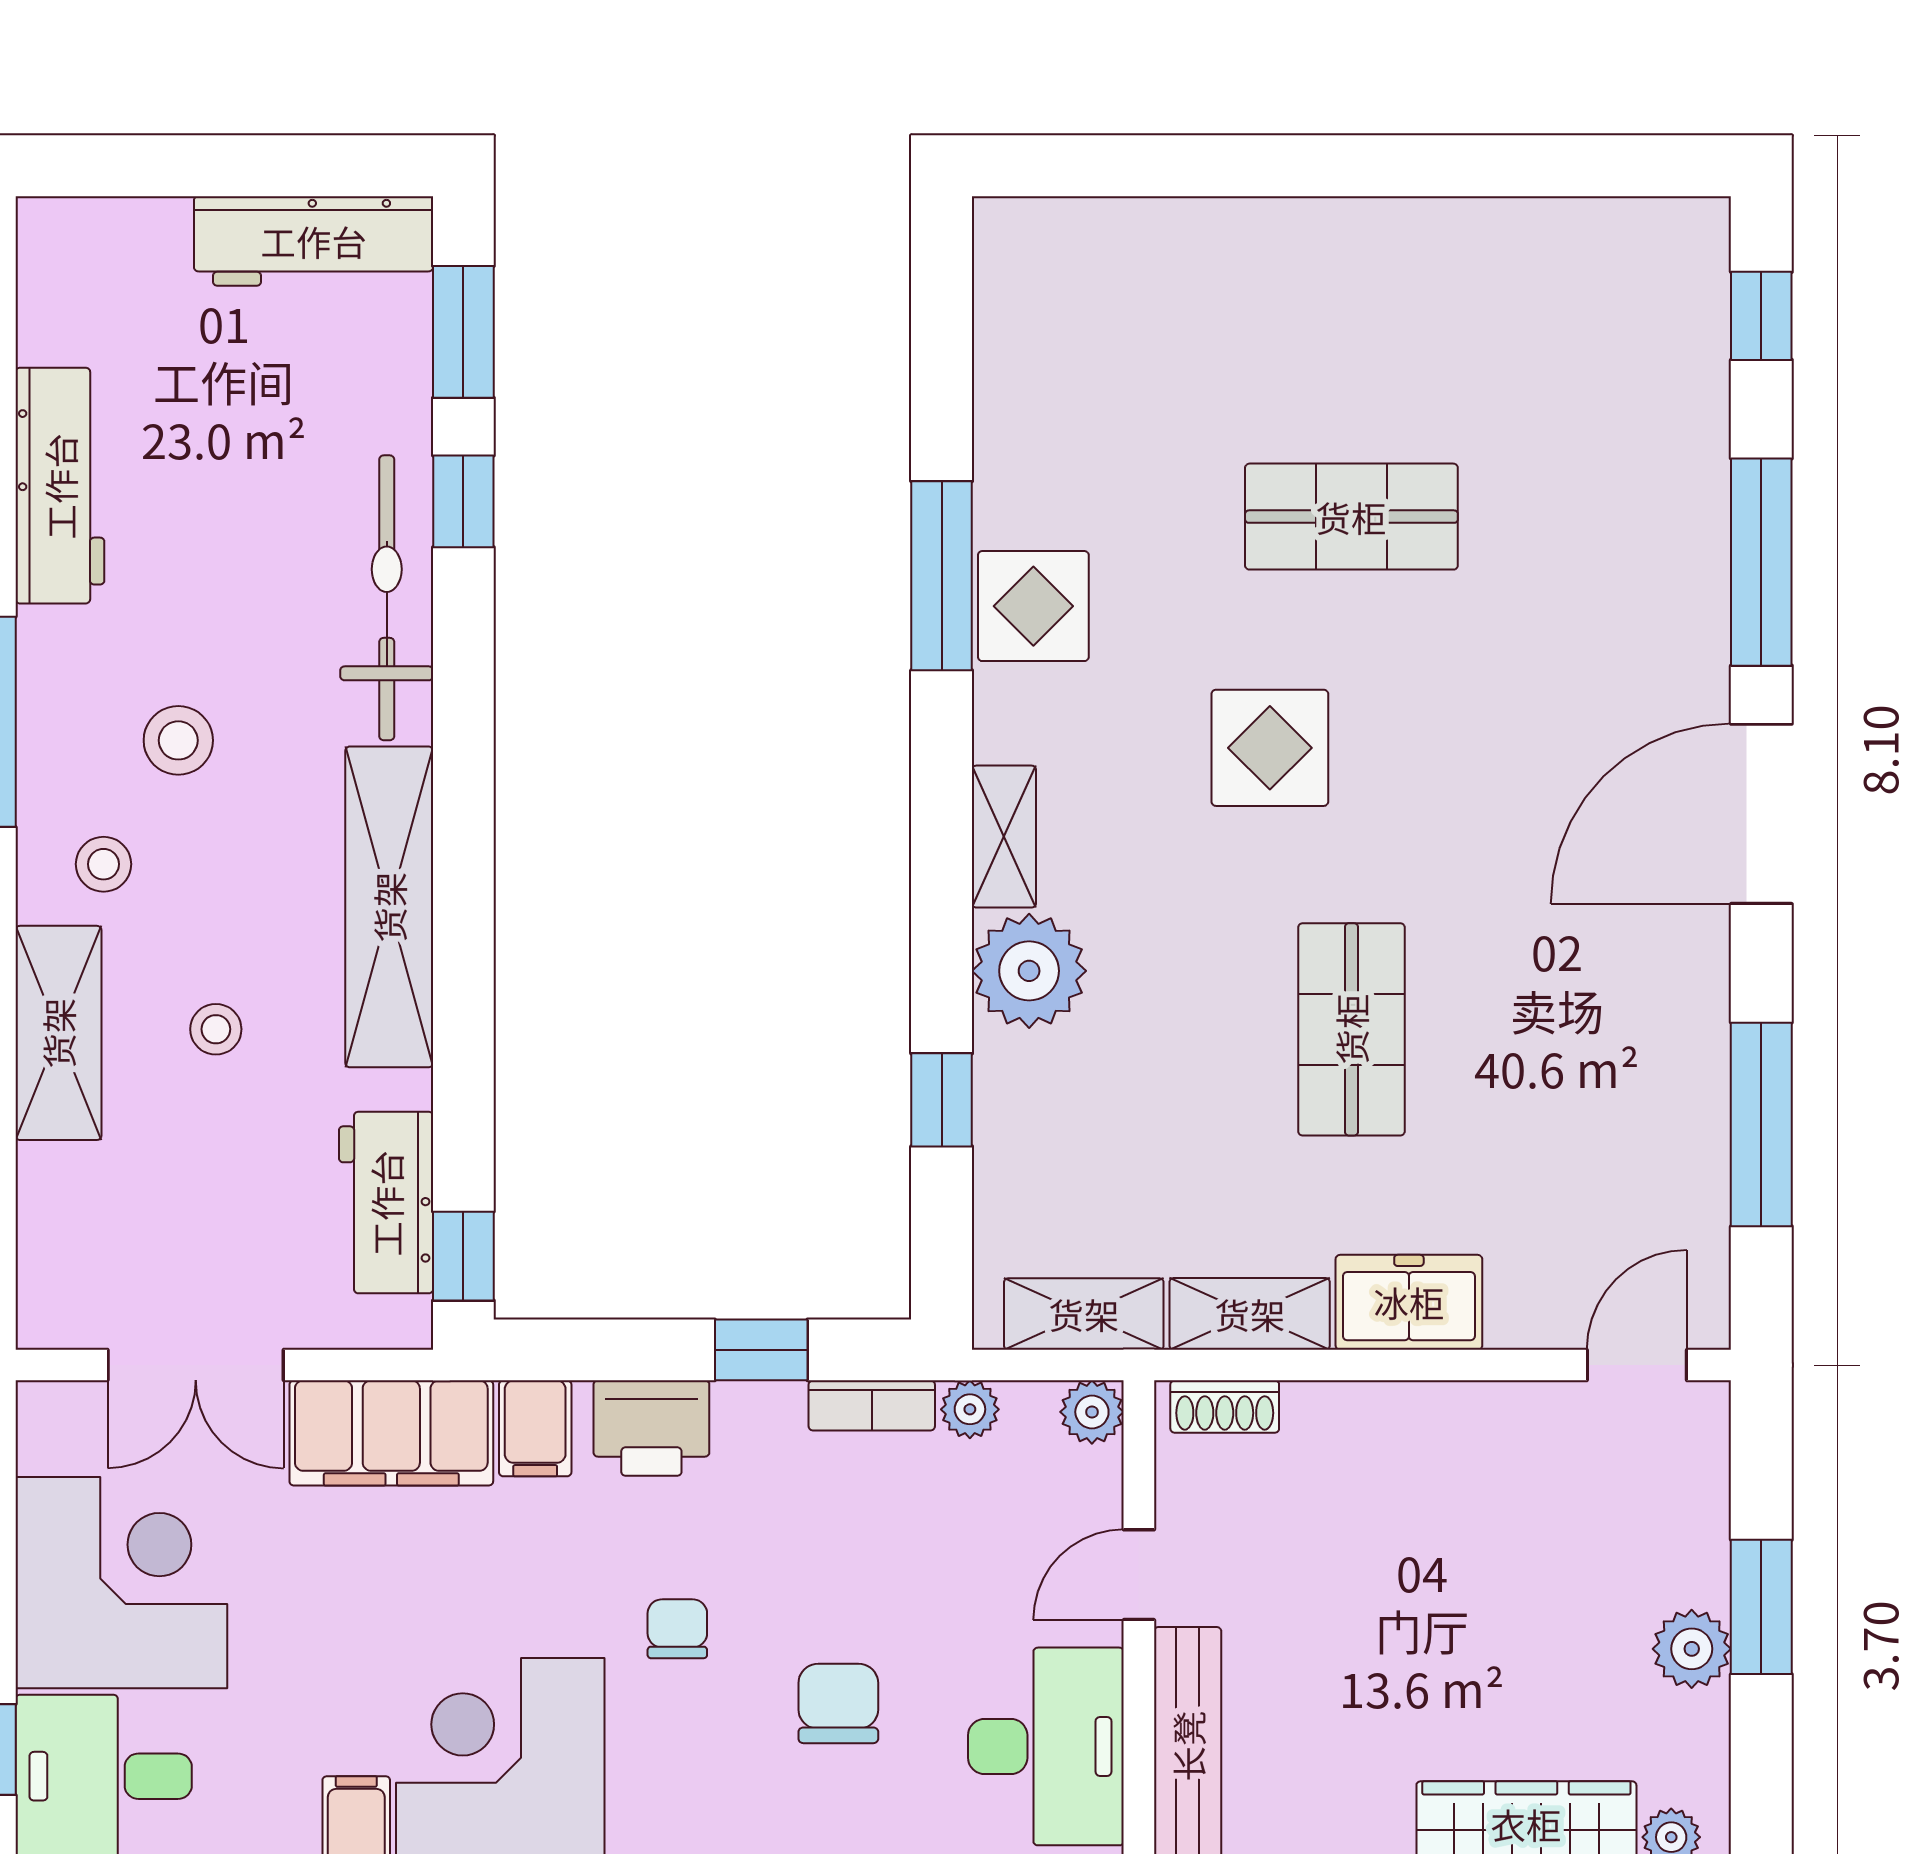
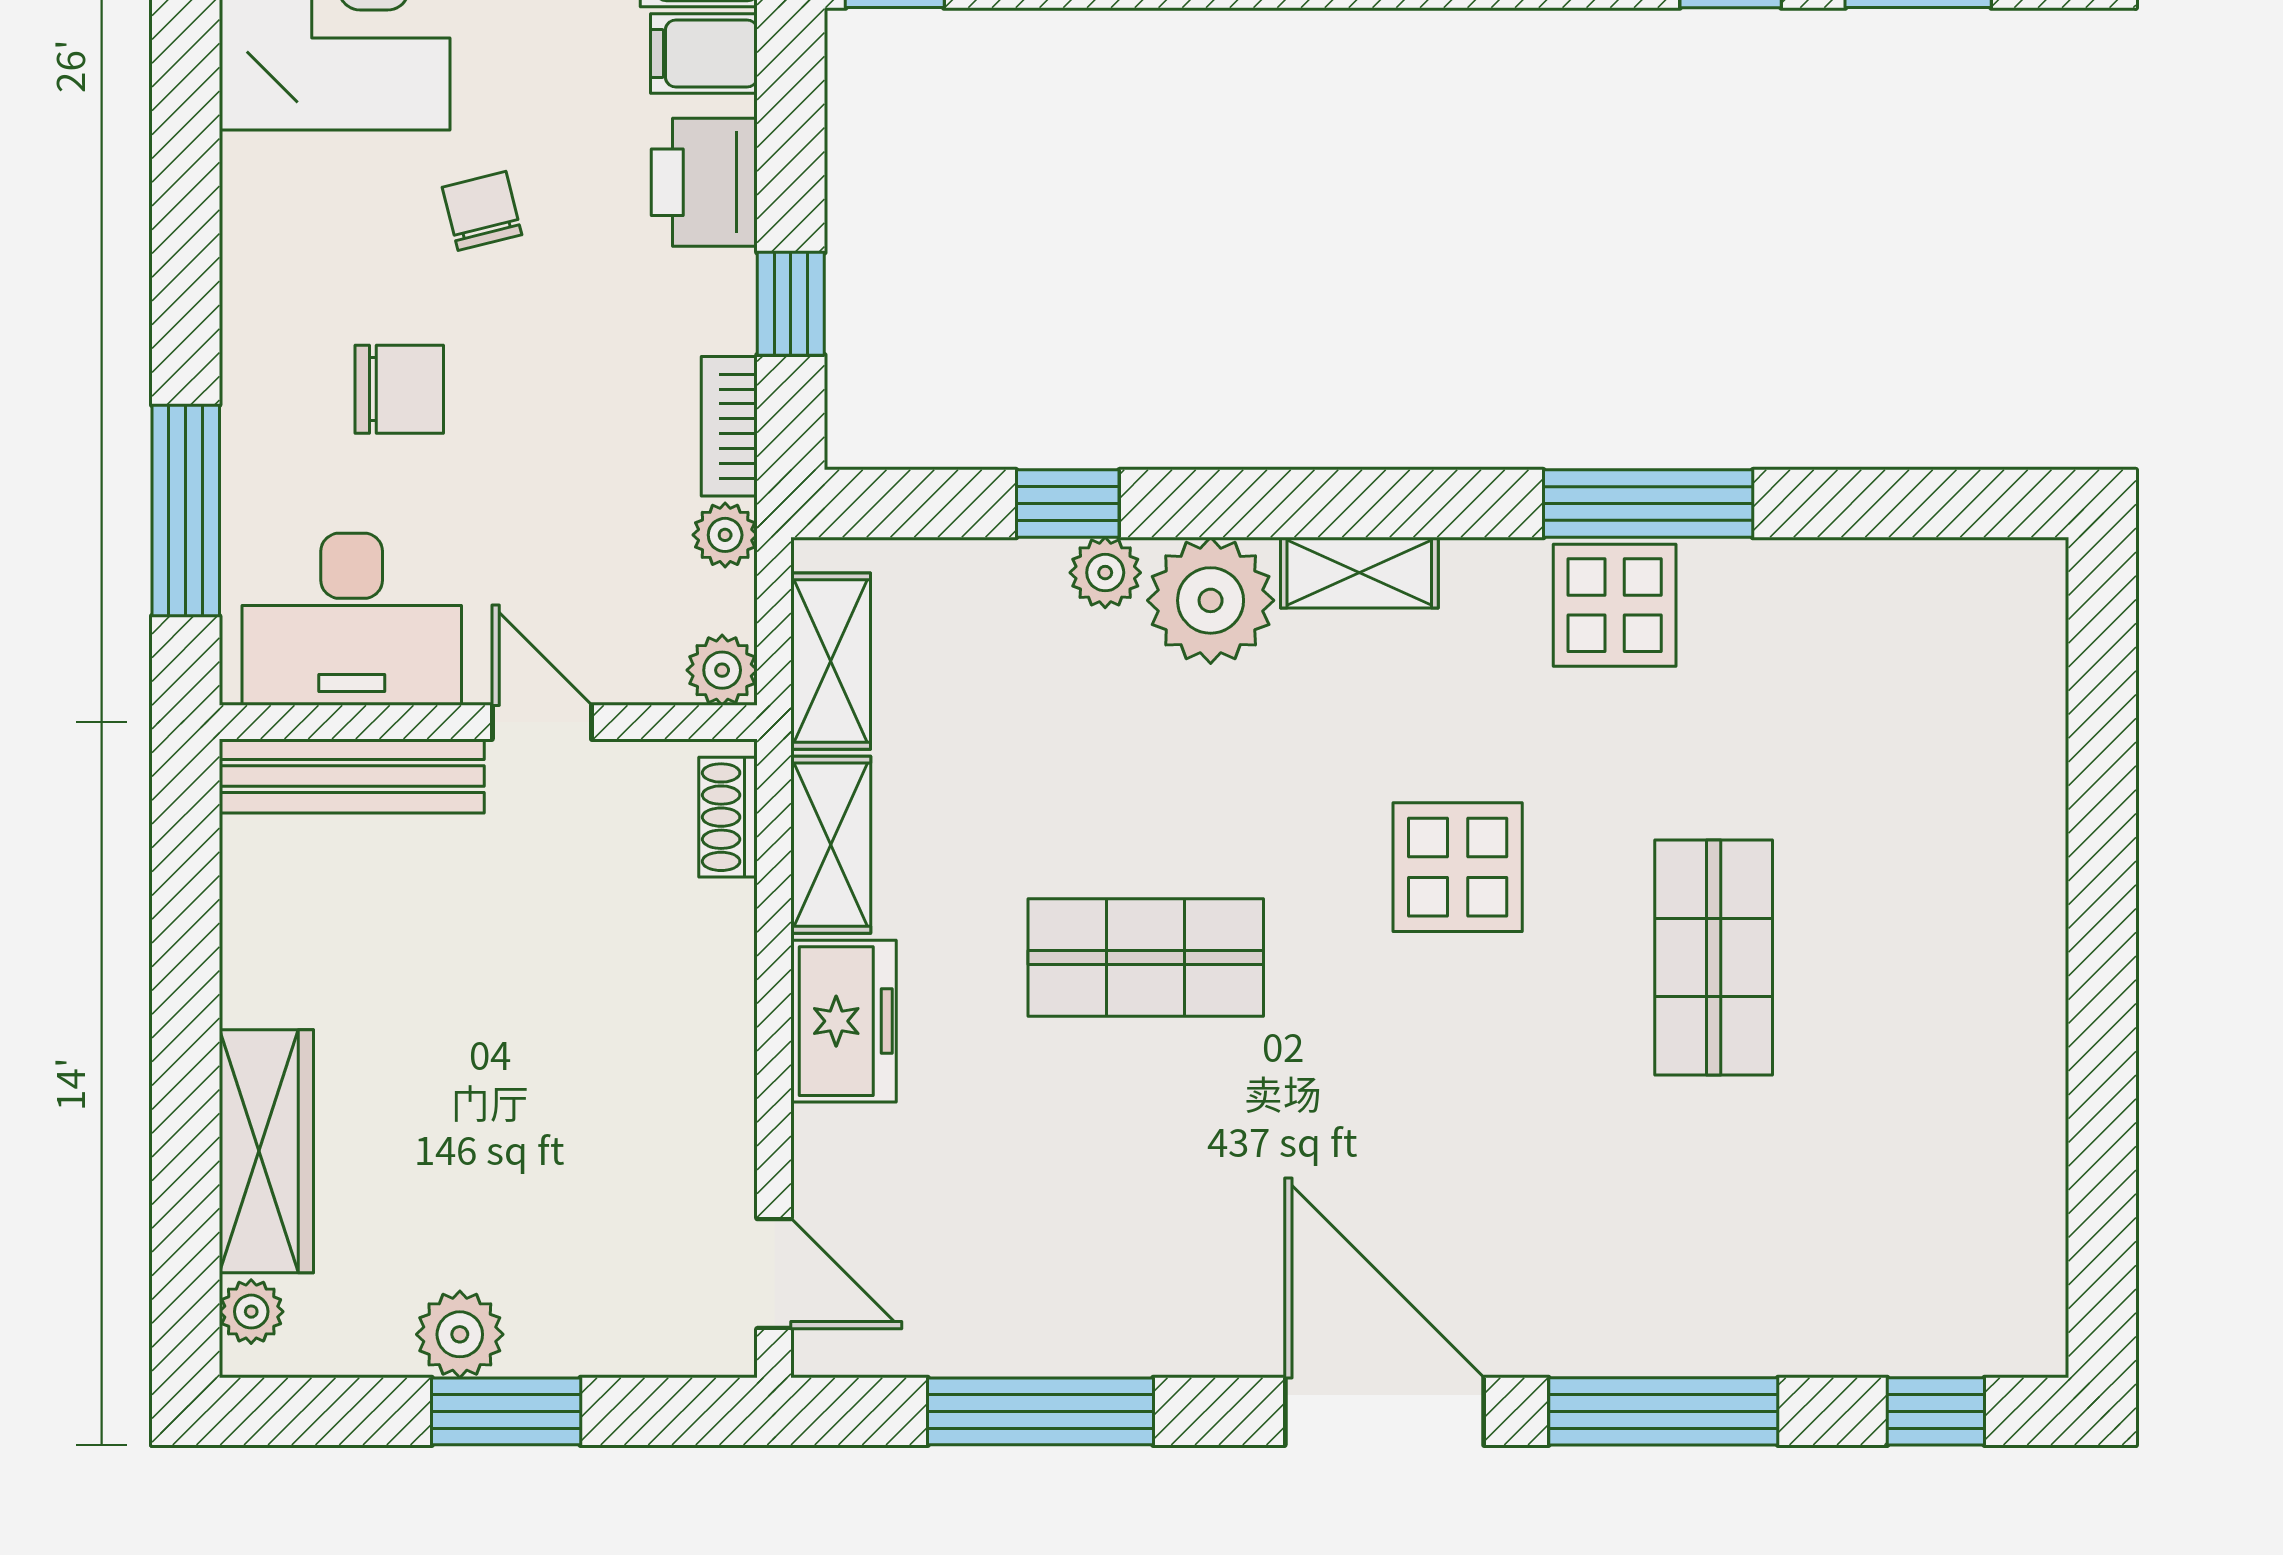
plant: (1004, 1066) -> (1105, 573), added
chair: (677, 1629) -> (482, 211), turned -104

